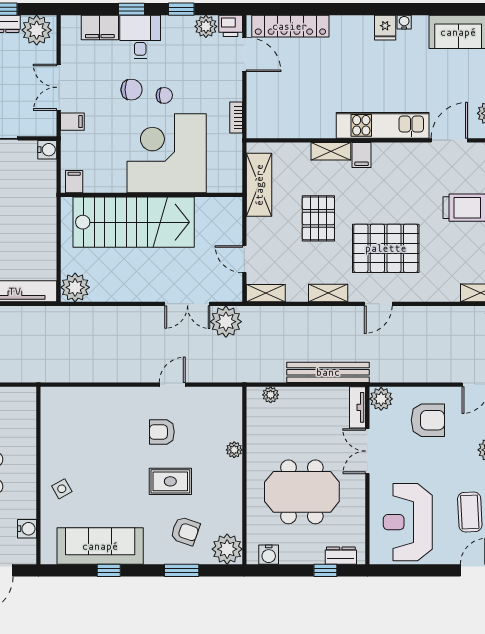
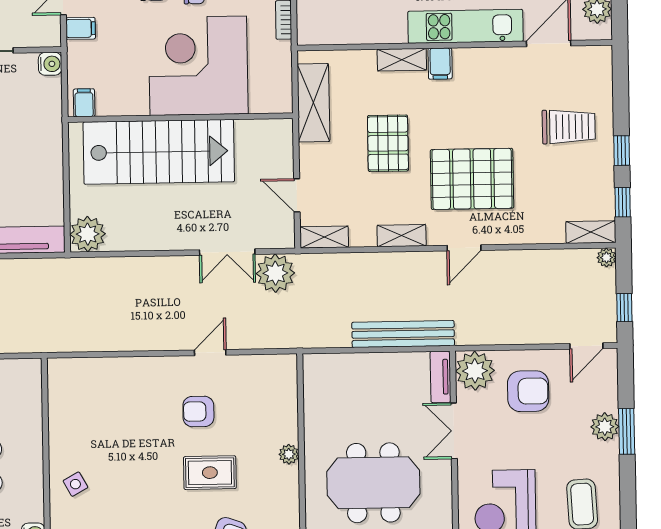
plant: (271, 395) -> (332, 363), removed
plant: (381, 399) -> (475, 371), width x1.36, depth x1.36
plant: (234, 450) -> (289, 454), moved

